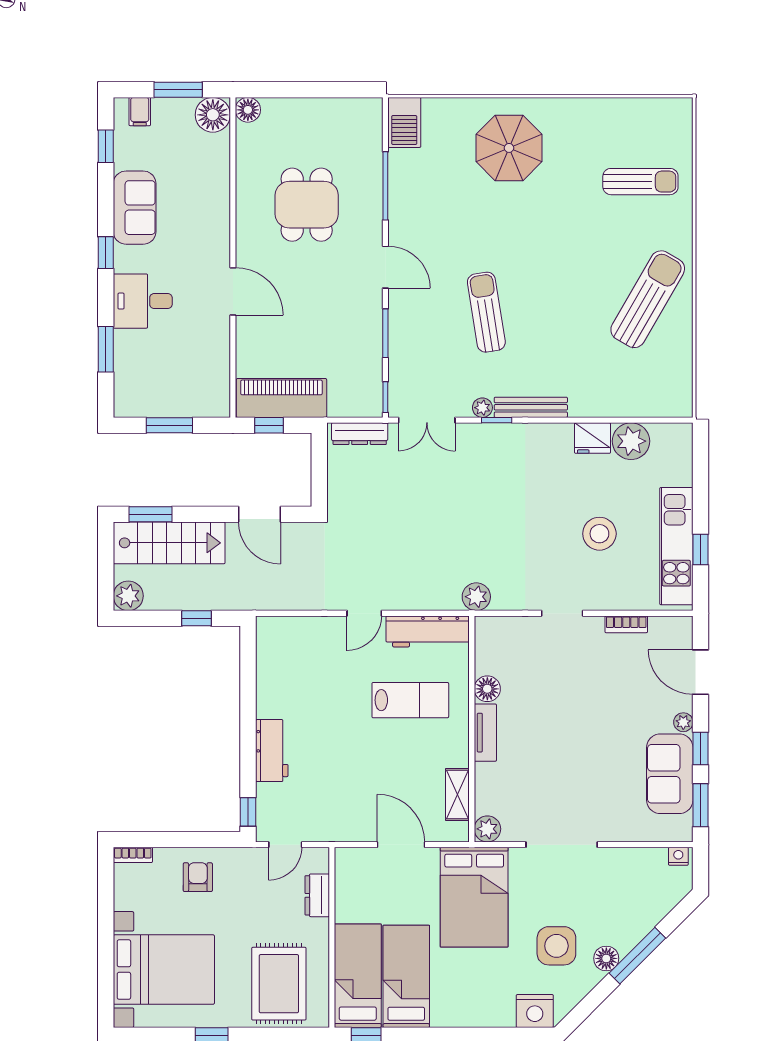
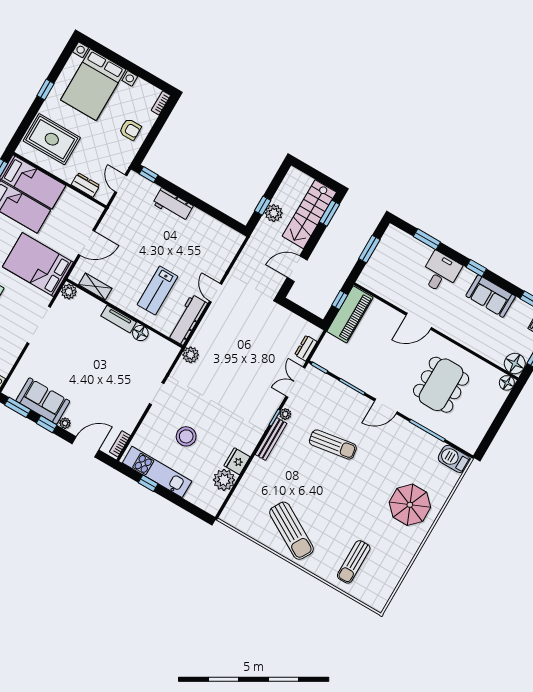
dining table: (307, 205) -> (441, 385), width x1.37
dresser: (360, 434) -> (306, 348), width x0.70
plant: (128, 596) -> (274, 213), moved
bookcase: (626, 624) -> (120, 444), moved

